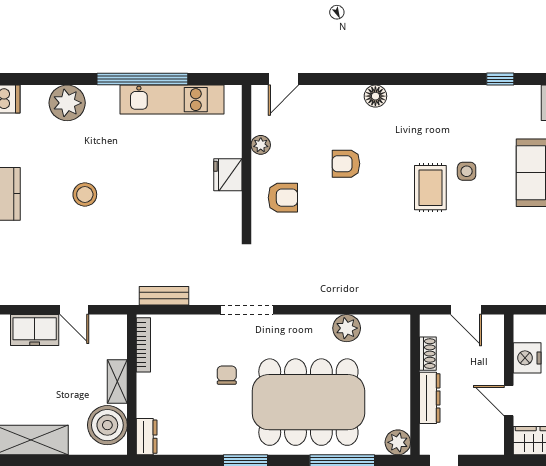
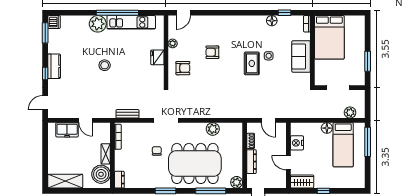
floor lamp: (375, 96) -> (272, 21), moved
plant: (67, 103) -> (98, 24), moved
stool: (85, 194) -> (105, 65), moved

